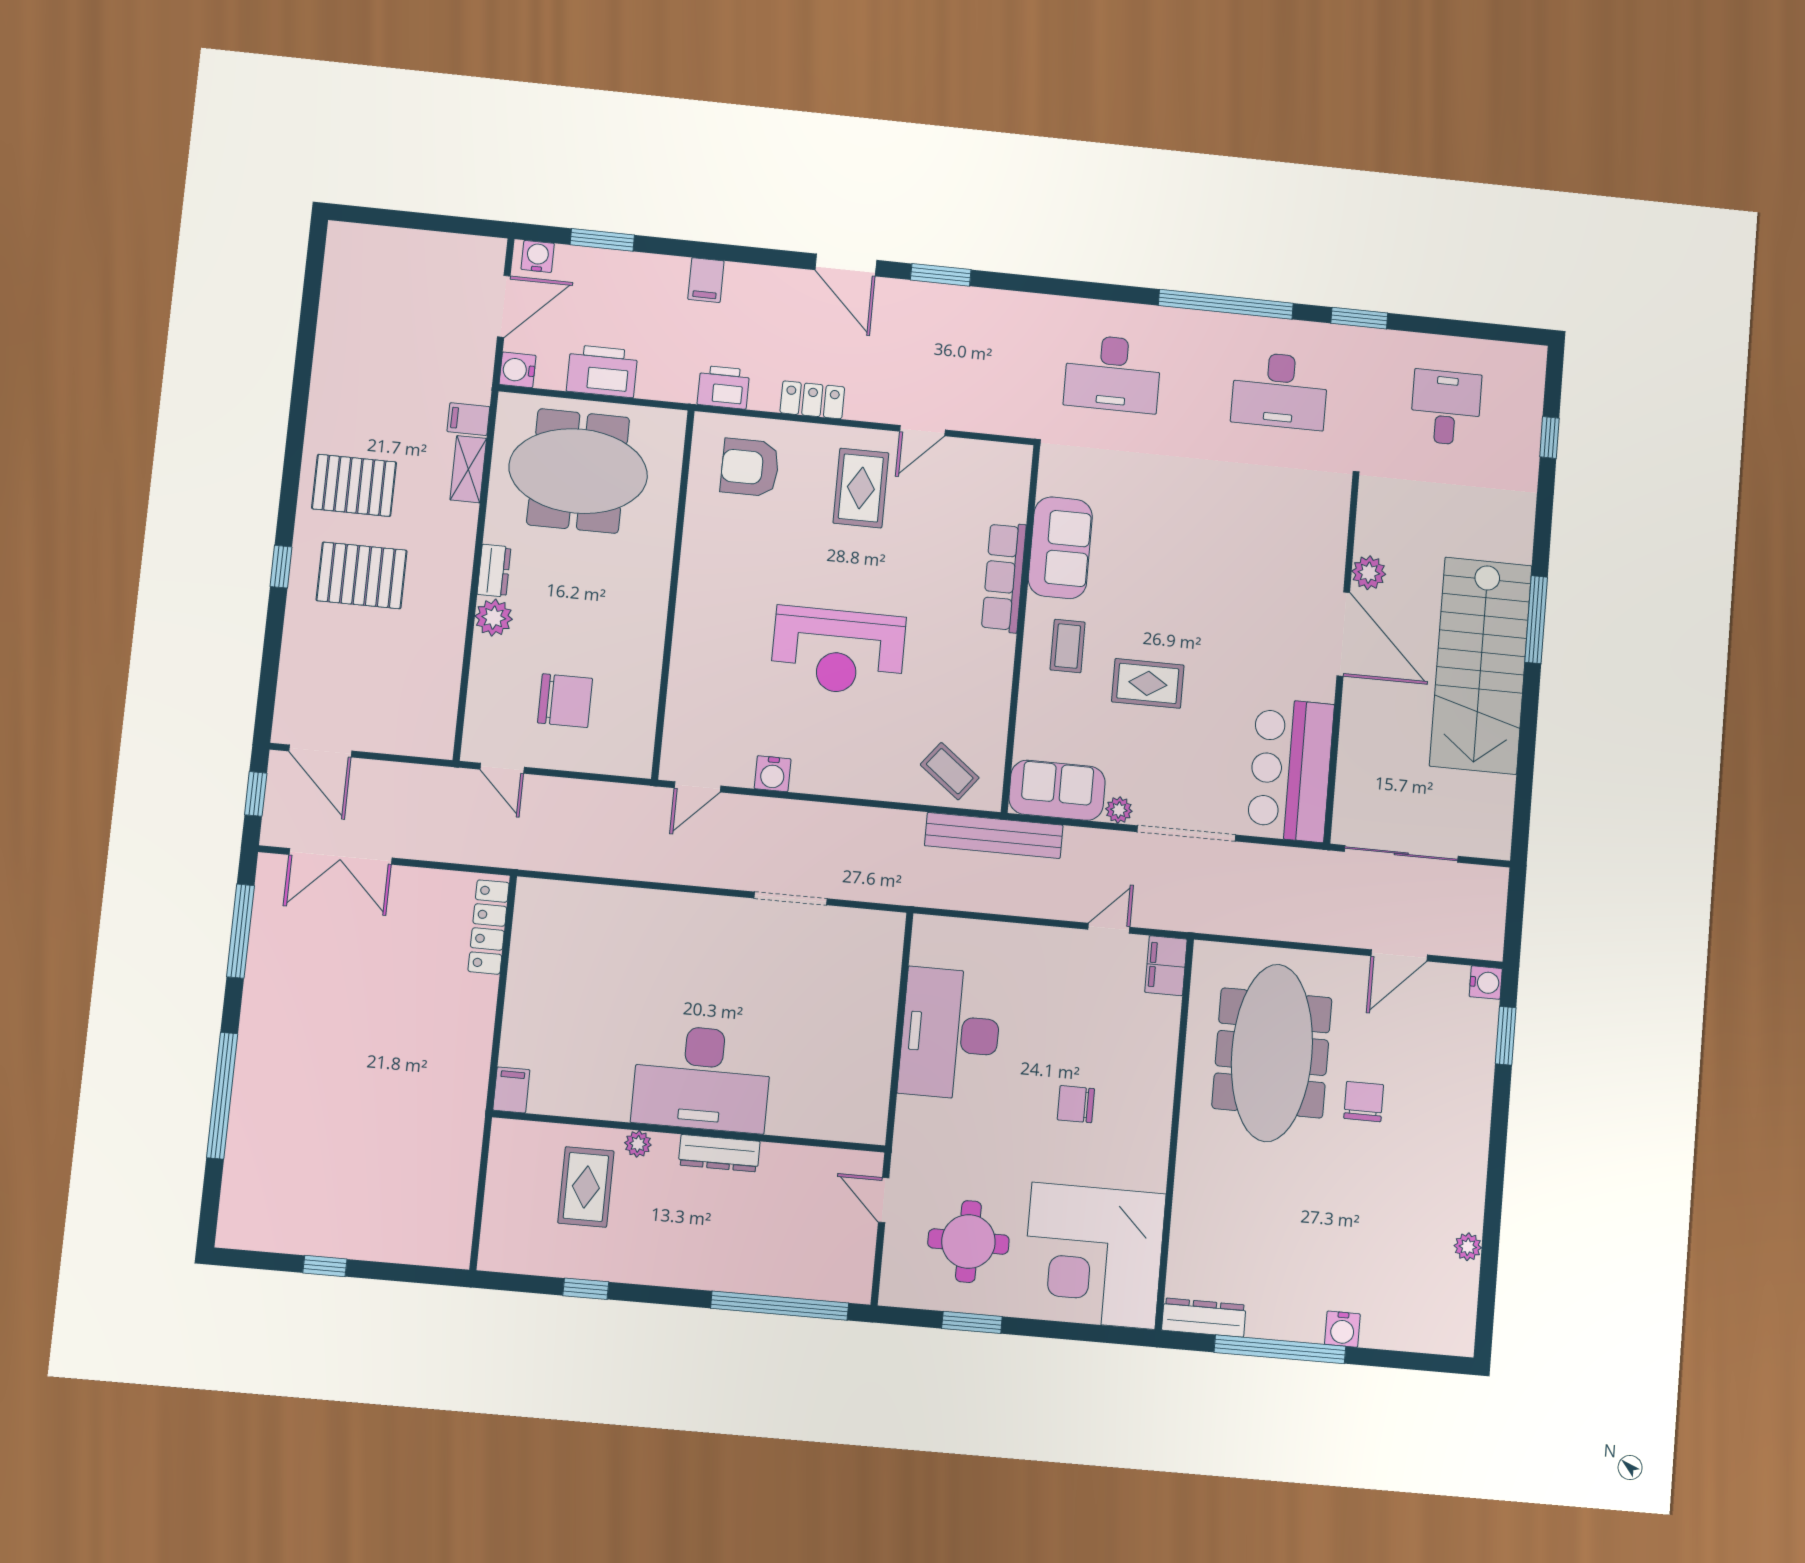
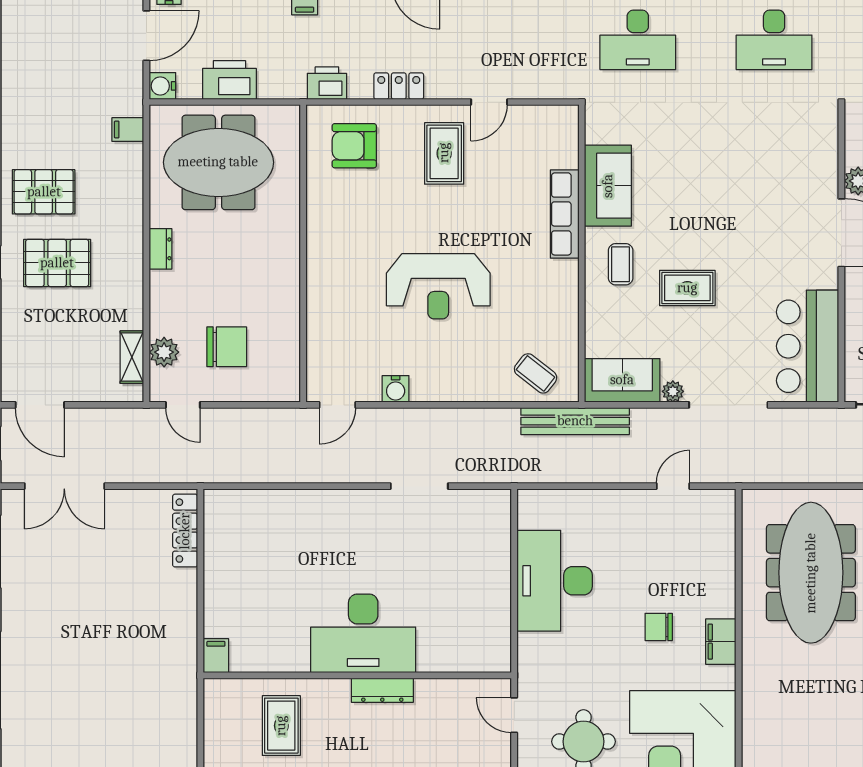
shelving: (468, 469) -> (132, 357), moved
plant: (494, 618) -> (164, 352), moved
filing cabinet: (1166, 966) -> (721, 642), moved
plant: (638, 1144) -> (318, 689), removed

